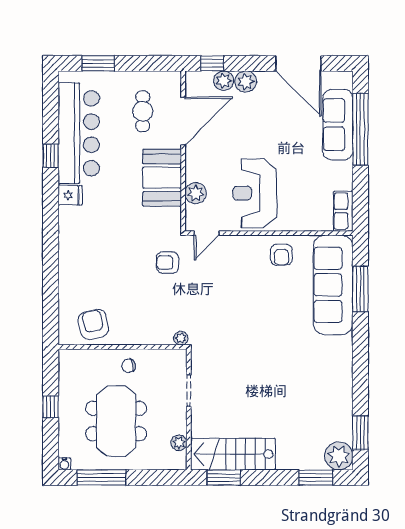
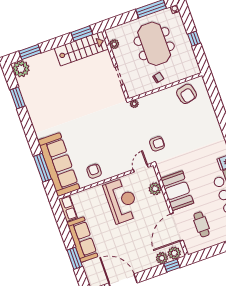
plant: (246, 82) -> (174, 253), moved
sofa: (338, 125) -> (82, 240), moved
window: (360, 129) -> (75, 258), width x0.47
window: (360, 433) -> (18, 98), moved

